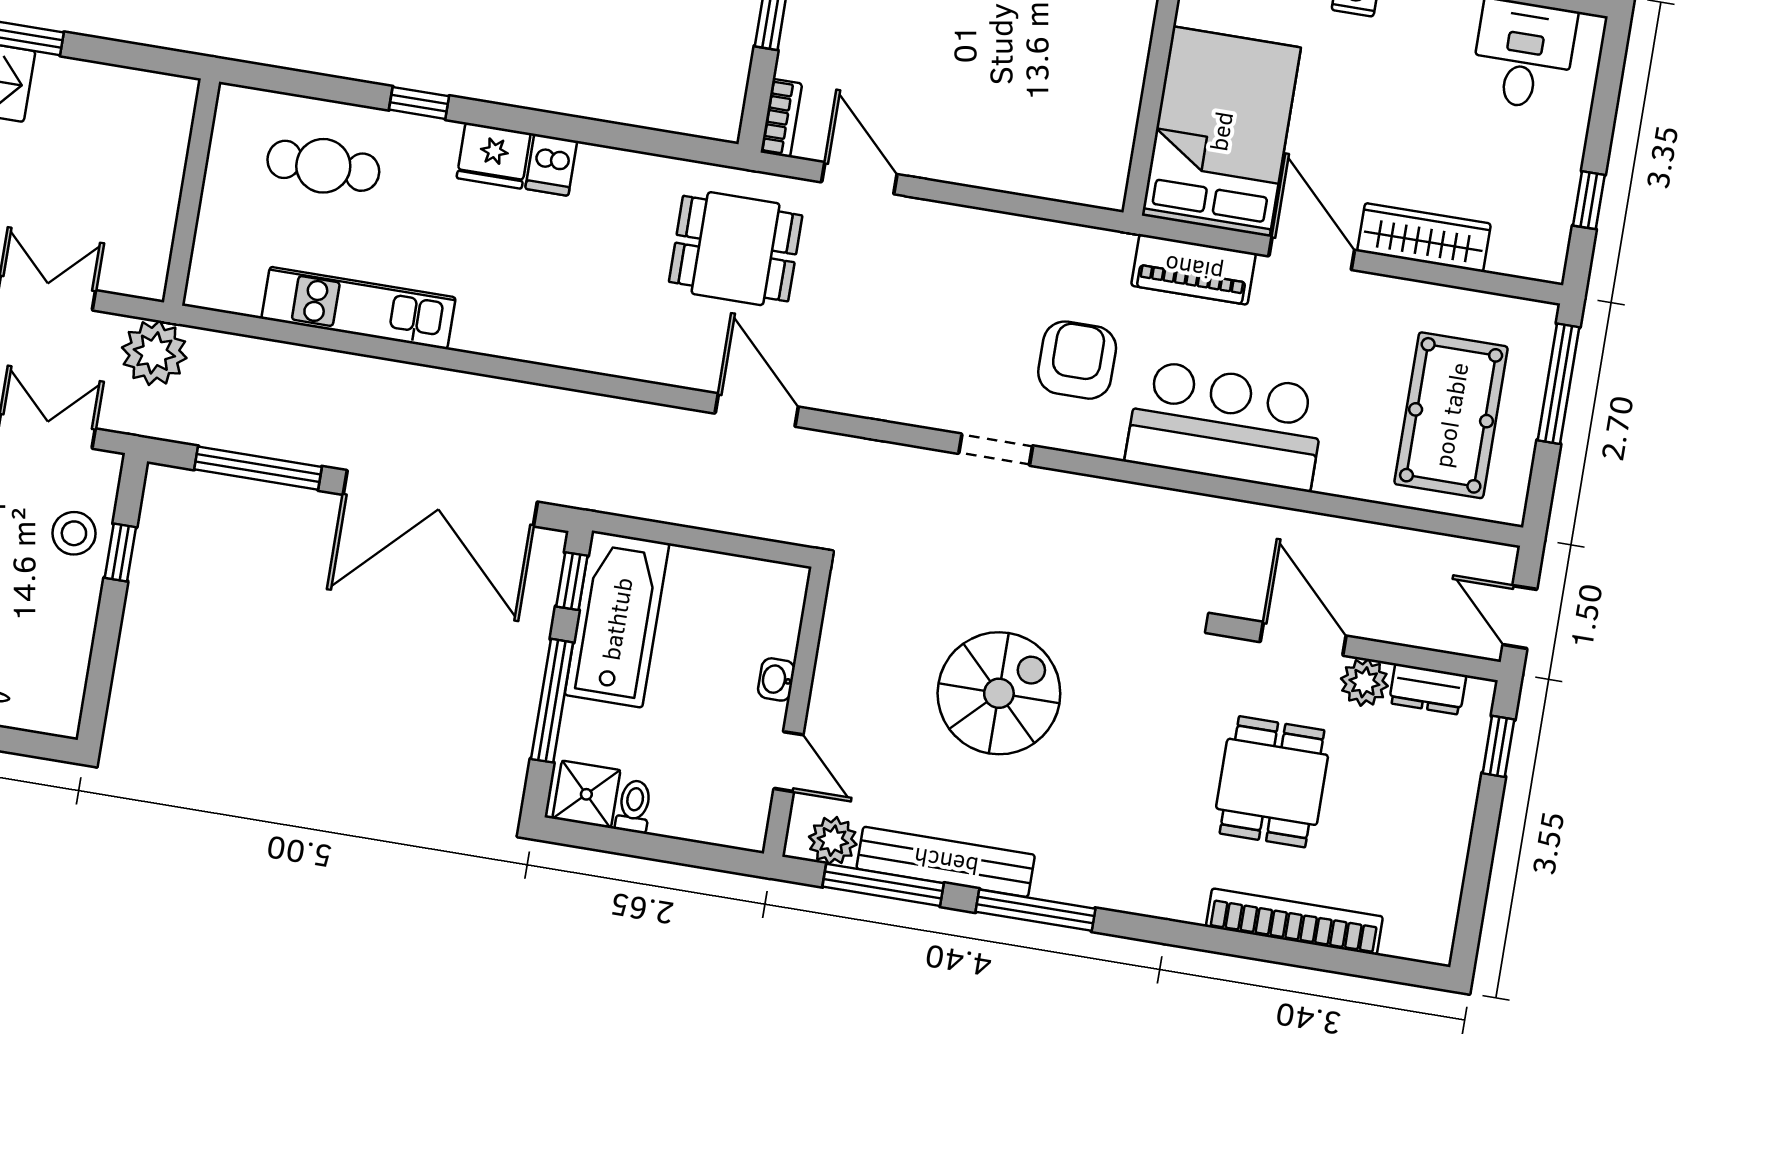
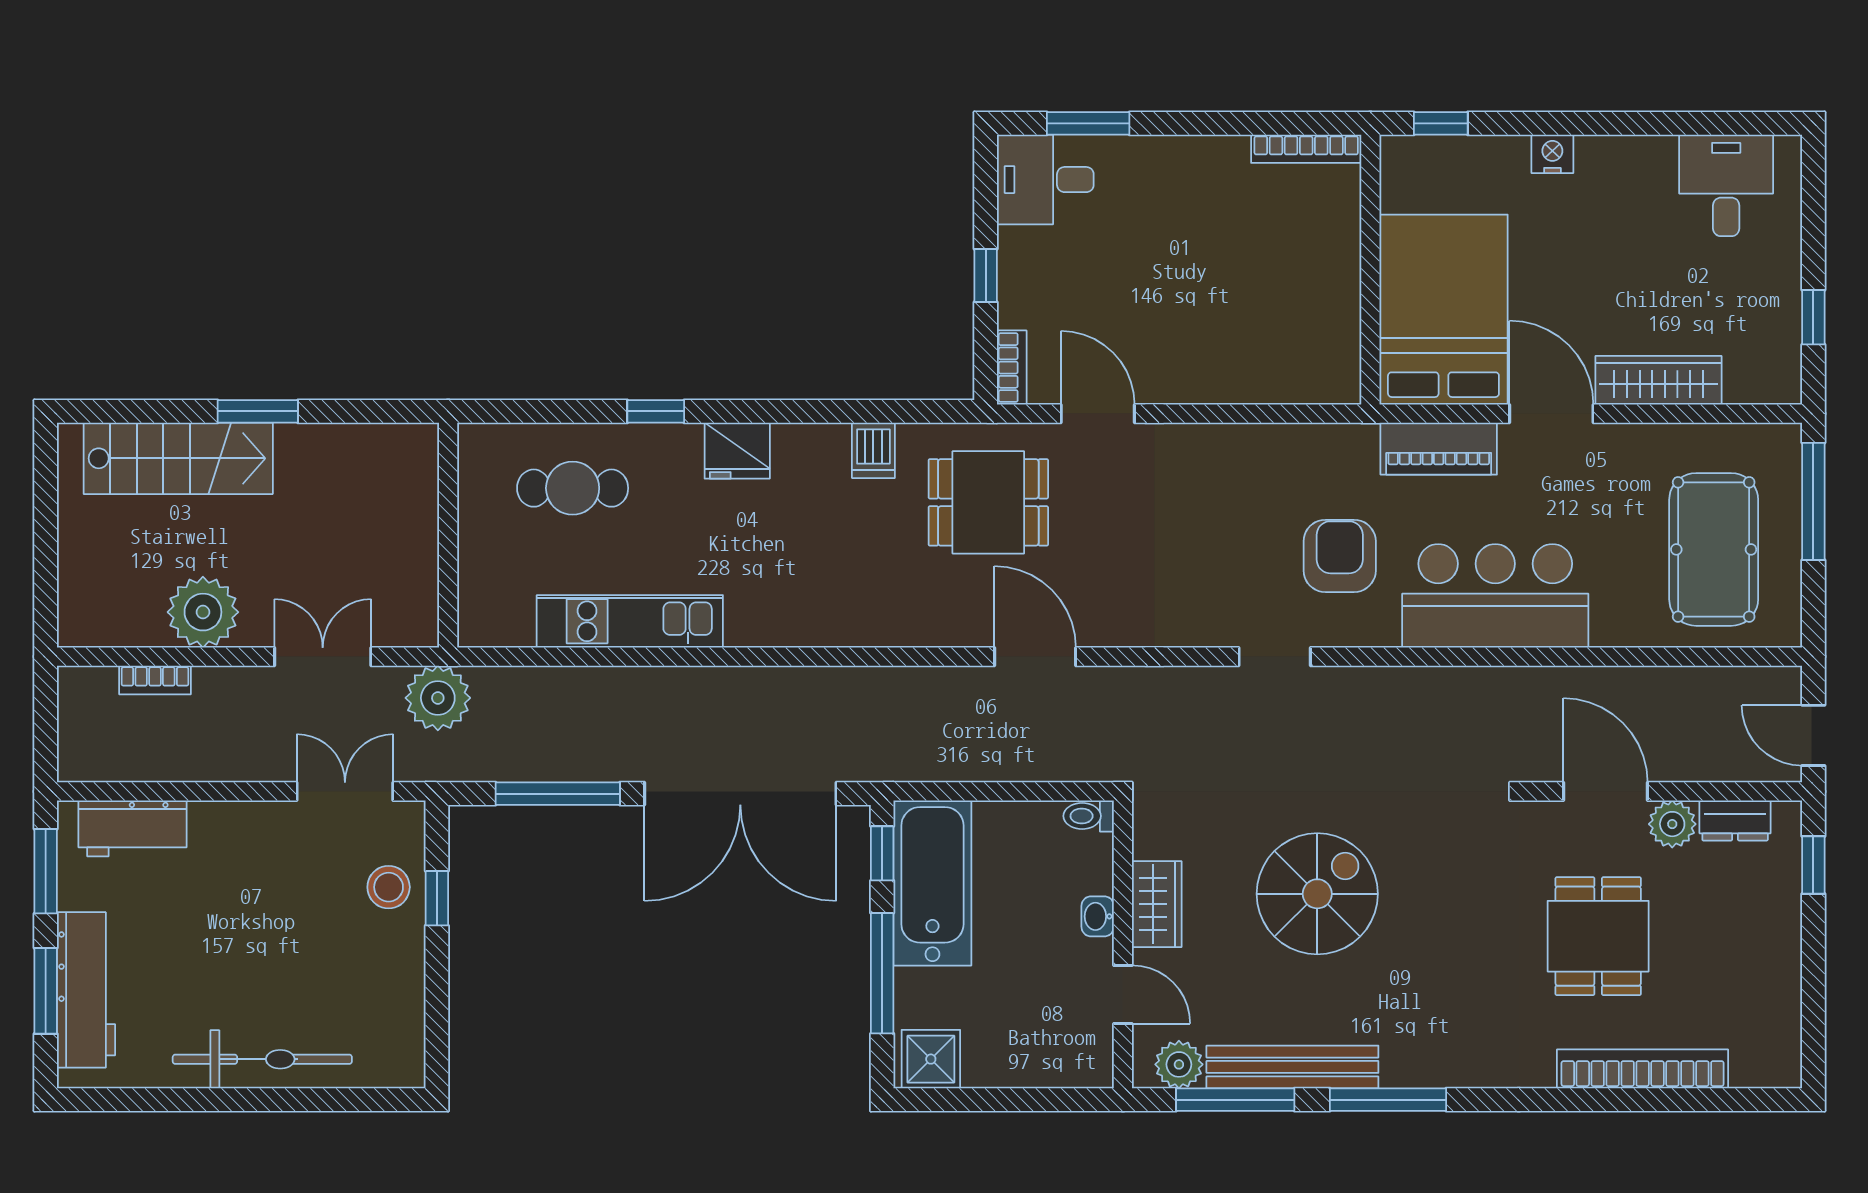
dishwasher: (551, 165) -> (873, 450), moved
wardrobe: (837, 677) -> (1157, 904), added
toilet: (634, 806) -> (1089, 816), moved, turned -90

